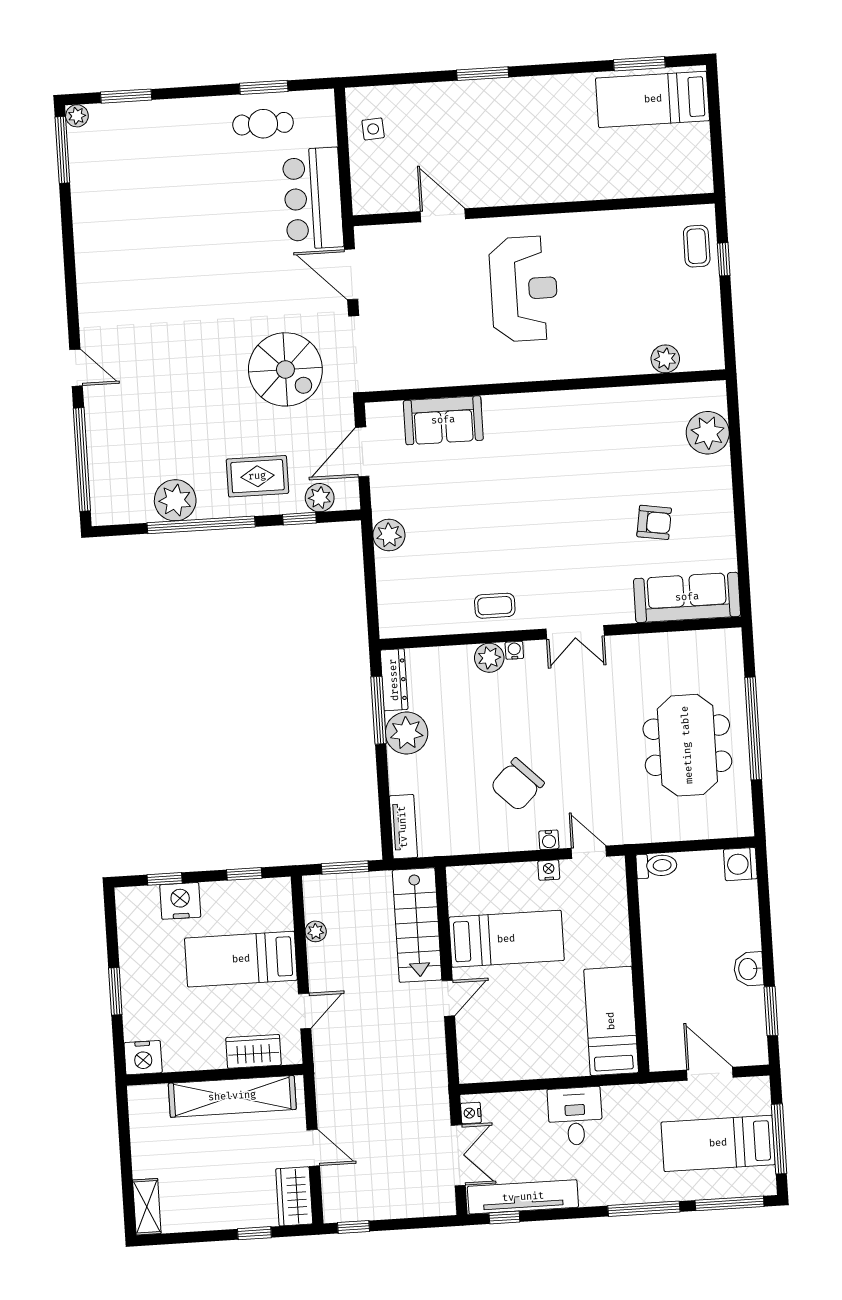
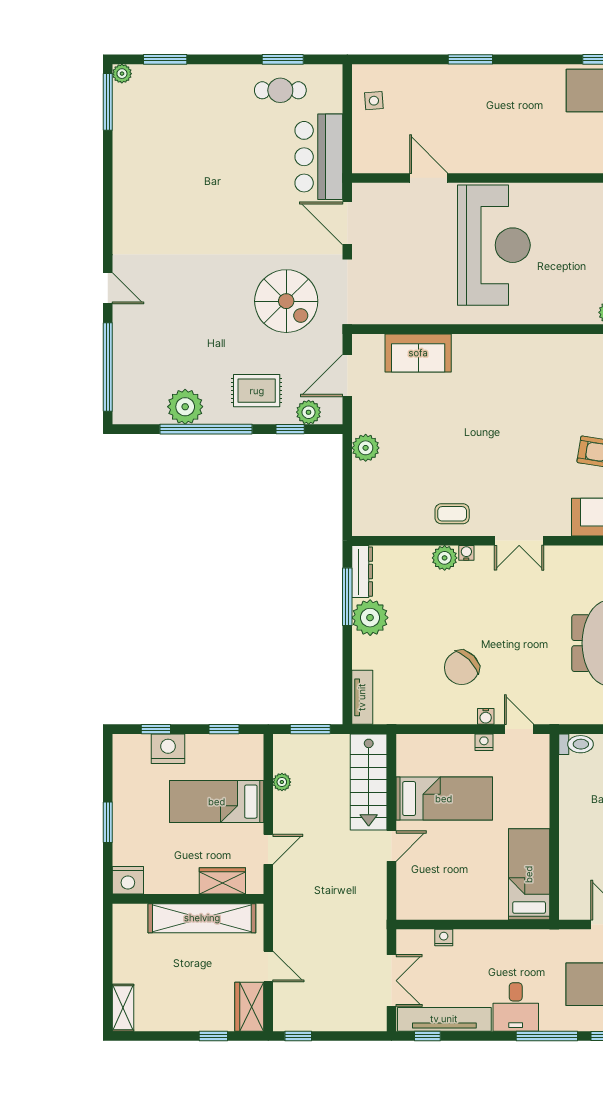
reception desk: (524, 289) -> (494, 245), width x1.36, depth x1.30
nightstand: (471, 1113) -> (444, 937), moved, turned 90
desk: (575, 1116) -> (516, 1007), moved, turned 180

